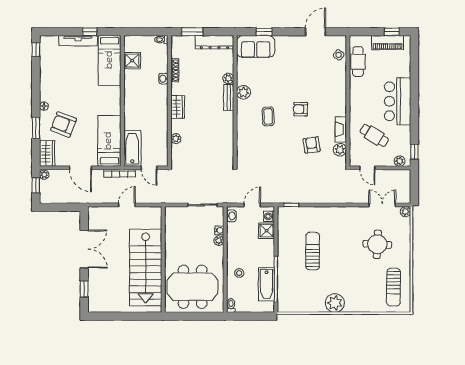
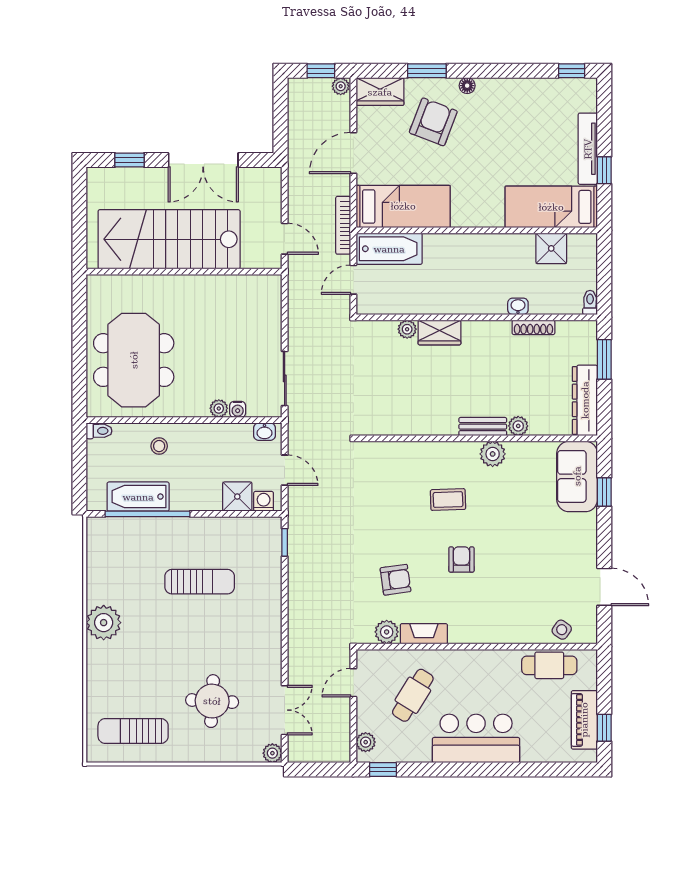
wardrobe: (178, 107) -> (439, 332), moved
wall: (163, 259) -> (184, 272), moved
stairs: (146, 268) -> (169, 239), moved

